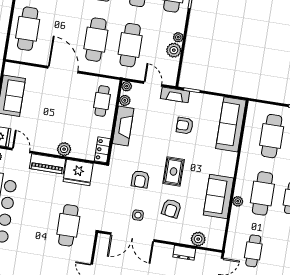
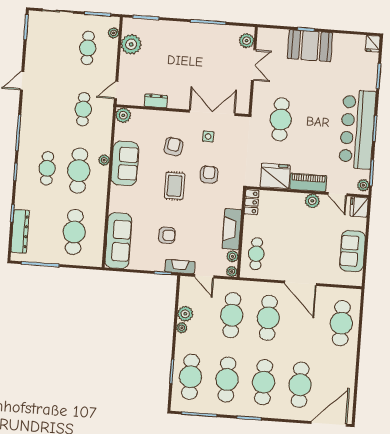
plant: (64, 149) -> (312, 201), moved
plant: (198, 239) -> (123, 115), moved

